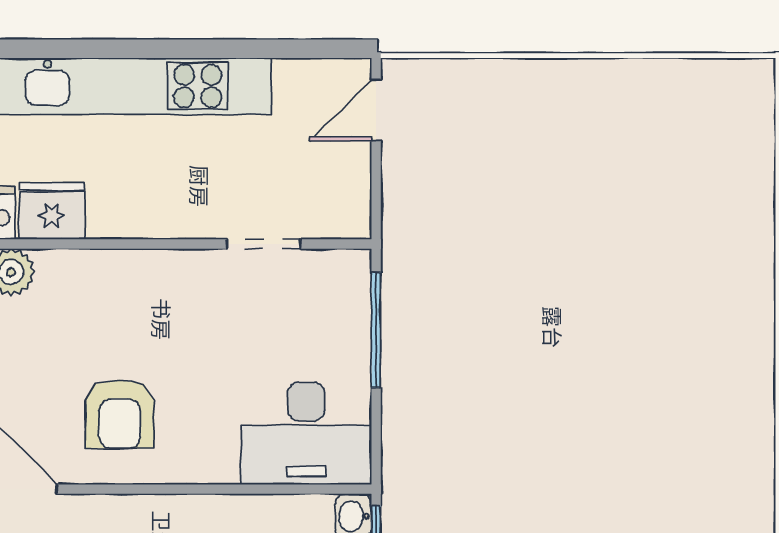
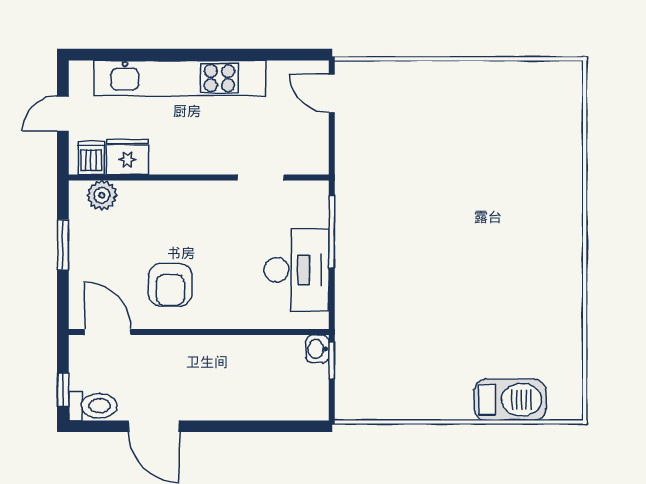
door: (376, 110) -> (332, 93), hinge flipped
desk: (306, 433) -> (297, 270), moved, turned -90

